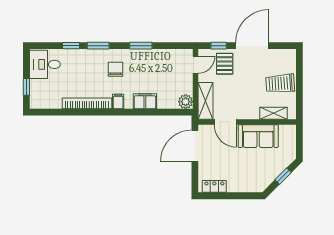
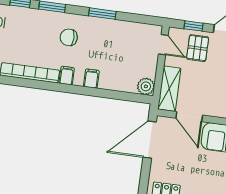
door: (195, 65) -> (163, 45), hinge flipped
chair: (115, 69) -> (69, 37), turned -90
filing cabinet: (145, 101) -> (91, 79), width x0.50

